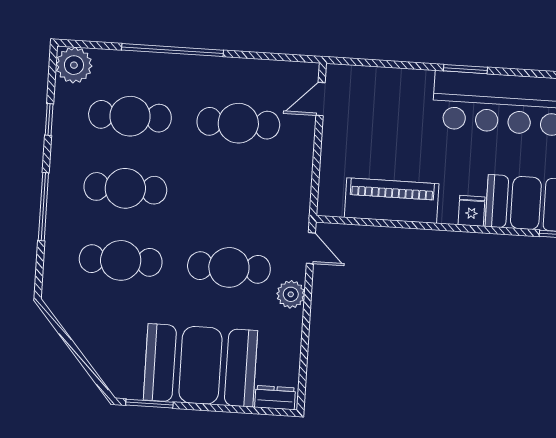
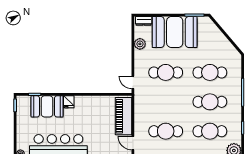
door: (321, 99) -> (133, 143), swing flipped
piano: (392, 201) -> (124, 116), moved, turned 90
plant: (291, 294) -> (140, 44), moved

